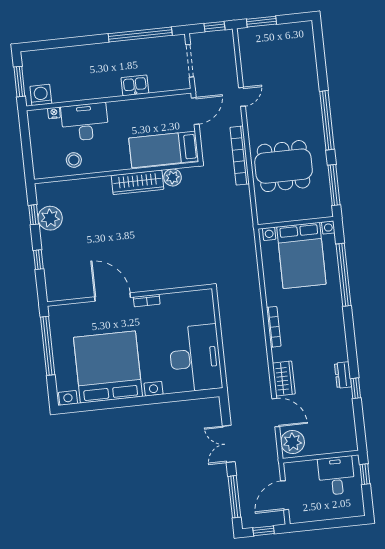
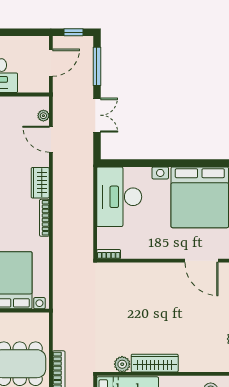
door: (113, 297) -> (201, 261), moved
bookcase: (147, 301) -> (109, 254), moved
wardrobe: (284, 378) -> (40, 183), moved
plant: (293, 442) -> (43, 116), width x0.53, depth x0.53

